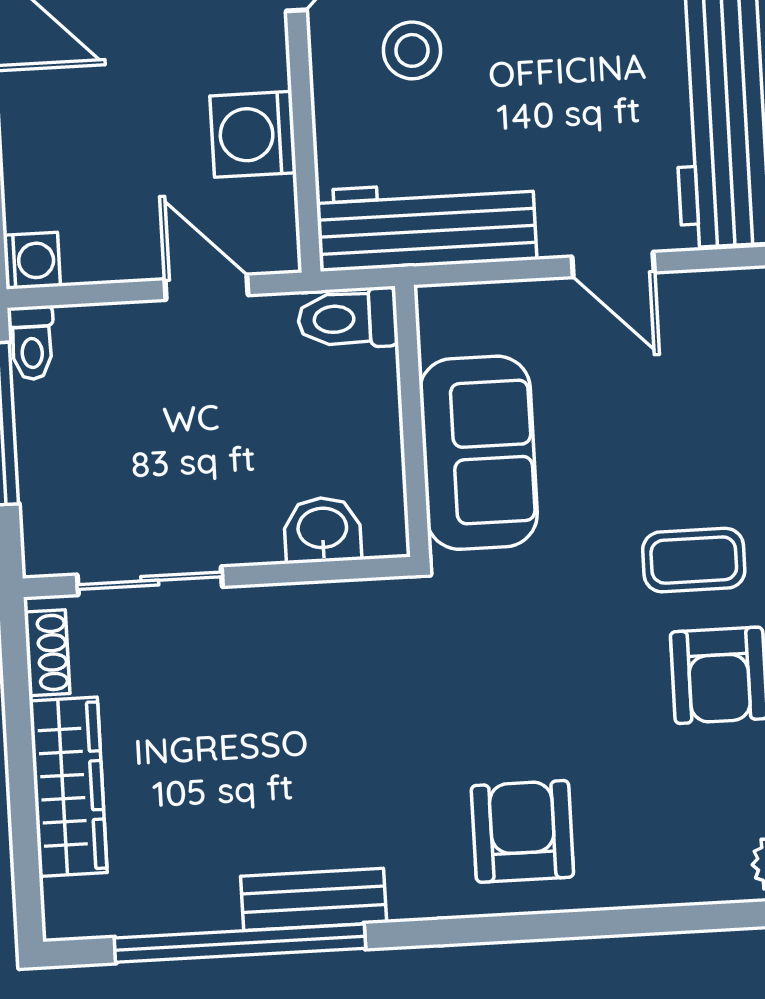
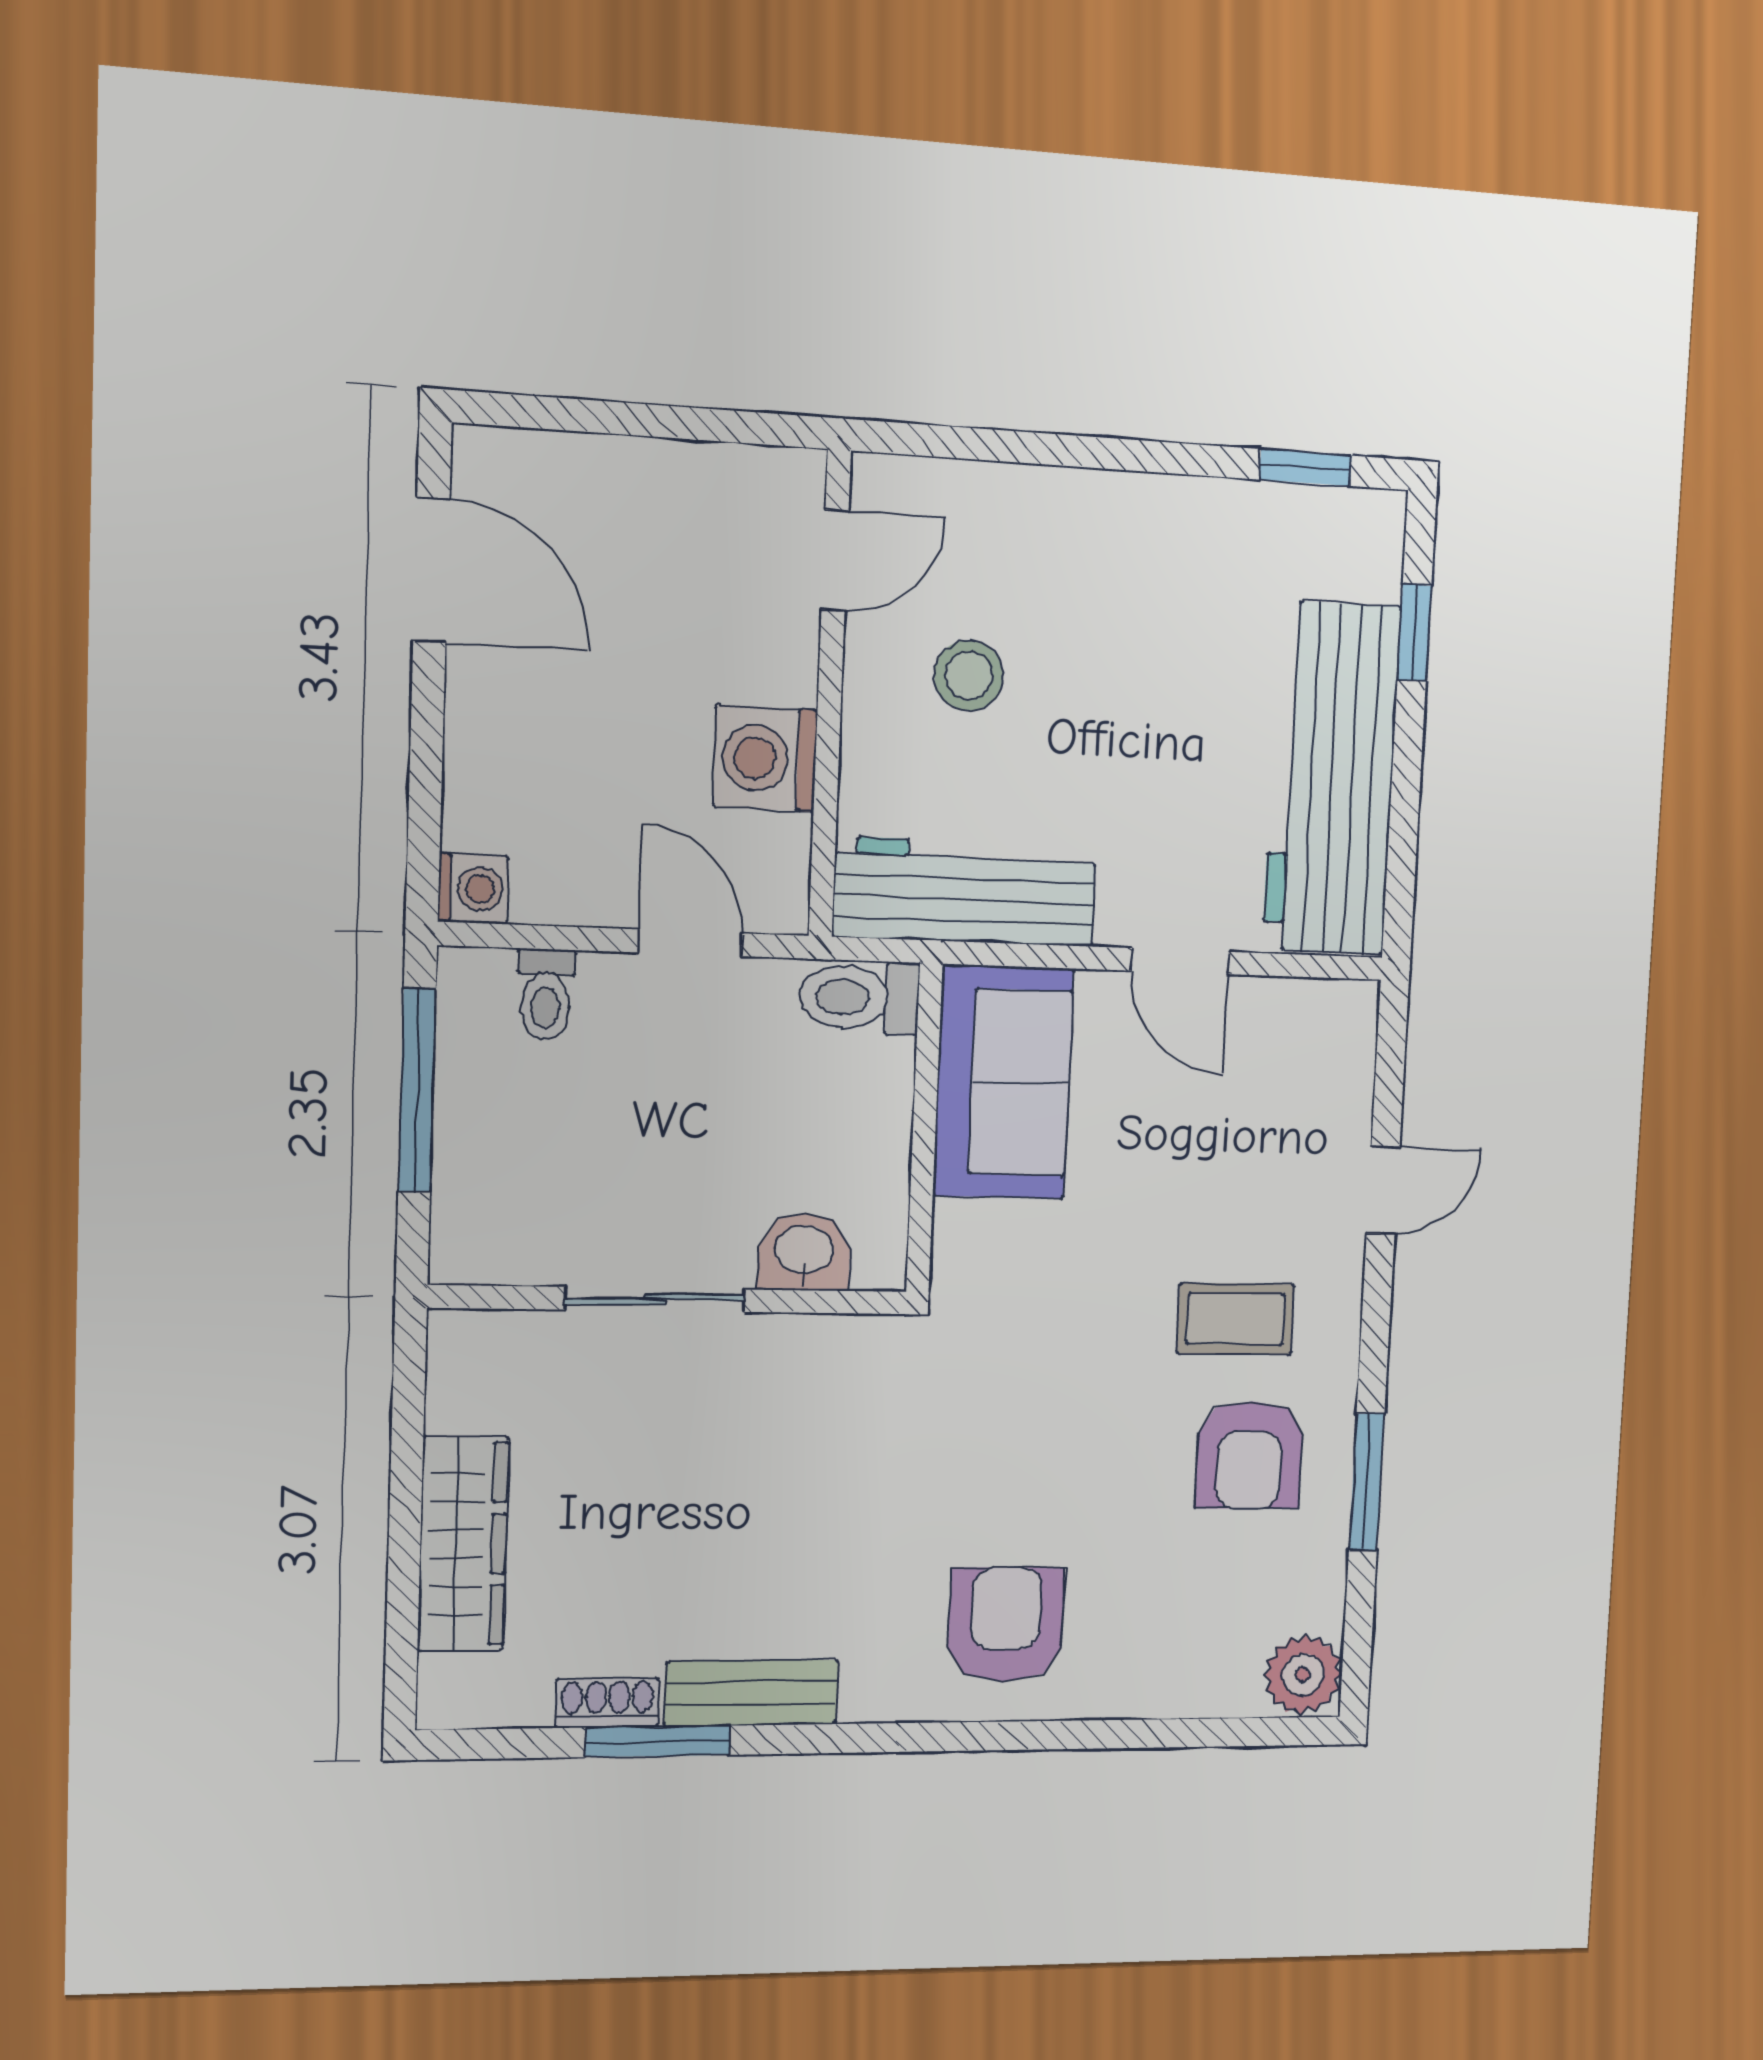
toilet: (32, 343) -> (546, 995), moved
sofa: (478, 453) -> (1003, 1082), moved
sliding door: (150, 581) -> (655, 1300), moved
shoe rack: (47, 653) -> (607, 1703), moved, turned -90
window: (240, 943) -> (658, 1741), width x0.47

